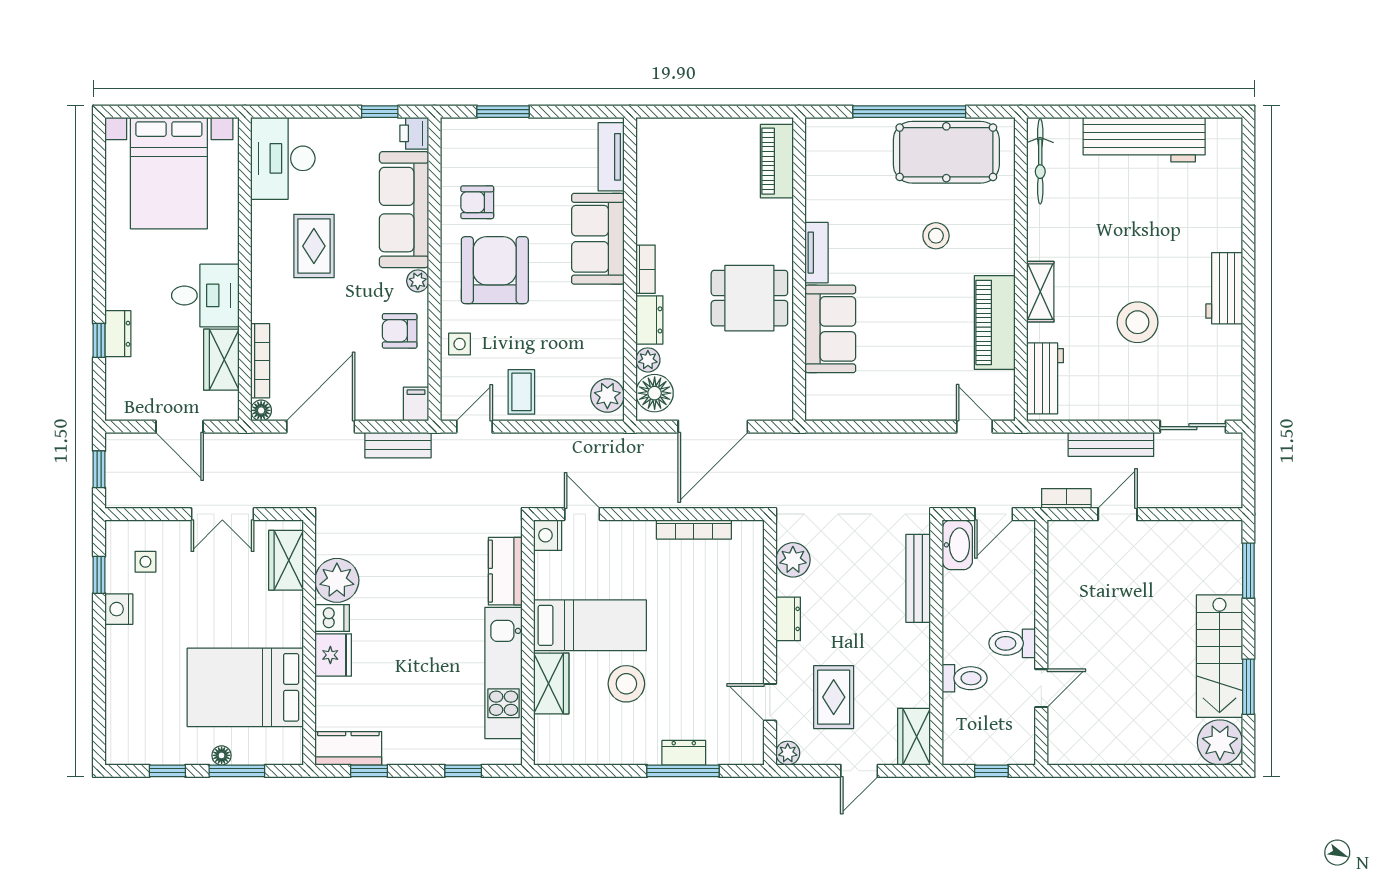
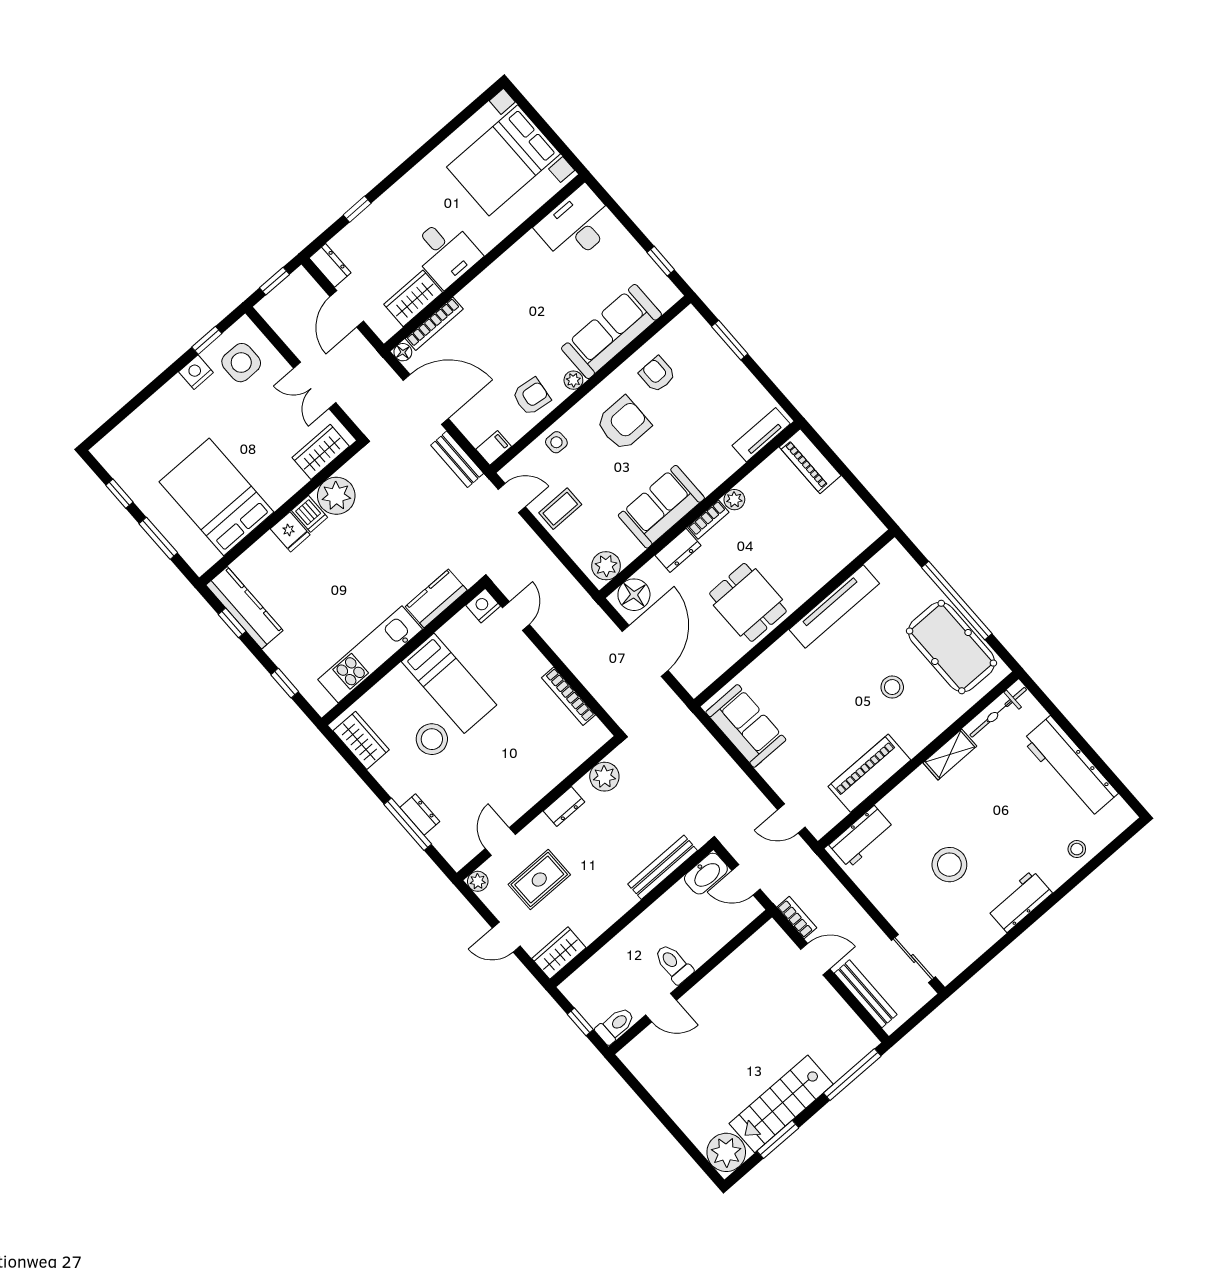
printer: (414, 133) -> (666, 295), removed
piano: (777, 161) -> (810, 461), moved, turned -90
stool: (1222, 197) -> (1077, 849), added
sofa: (598, 239) -> (661, 507), moved
rug: (314, 246) -> (538, 294), removed
tv unit: (817, 253) -> (834, 607), width x1.92, depth x1.29
armchair: (495, 270) -> (623, 424), width x0.73, depth x0.73
shelving: (1040, 292) -> (950, 754), moved
sofa: (830, 329) -> (746, 726), moved, turned -90
armchair: (400, 331) -> (531, 396), turned 97
dresser: (118, 334) -> (330, 265), moved, turned -90
plant: (648, 360) -> (734, 500), moved
door: (713, 427) -> (645, 651), swing flipped
door: (974, 427) -> (791, 818), swing flipped
bench: (1111, 444) -> (866, 994), moved
side table: (145, 562) -> (241, 363), width x1.87, depth x1.87
window: (1248, 571) -> (852, 1075), width x1.44
fridge: (333, 655) -> (290, 532), width x0.72
toilet: (965, 678) -> (615, 1025), moved, turned -90
wardrobe: (551, 683) -> (361, 740), moved, turned -90
kitchen counter: (348, 748) -> (244, 608), width x1.50
floor lamp: (222, 755) -> (160, 520), removed

